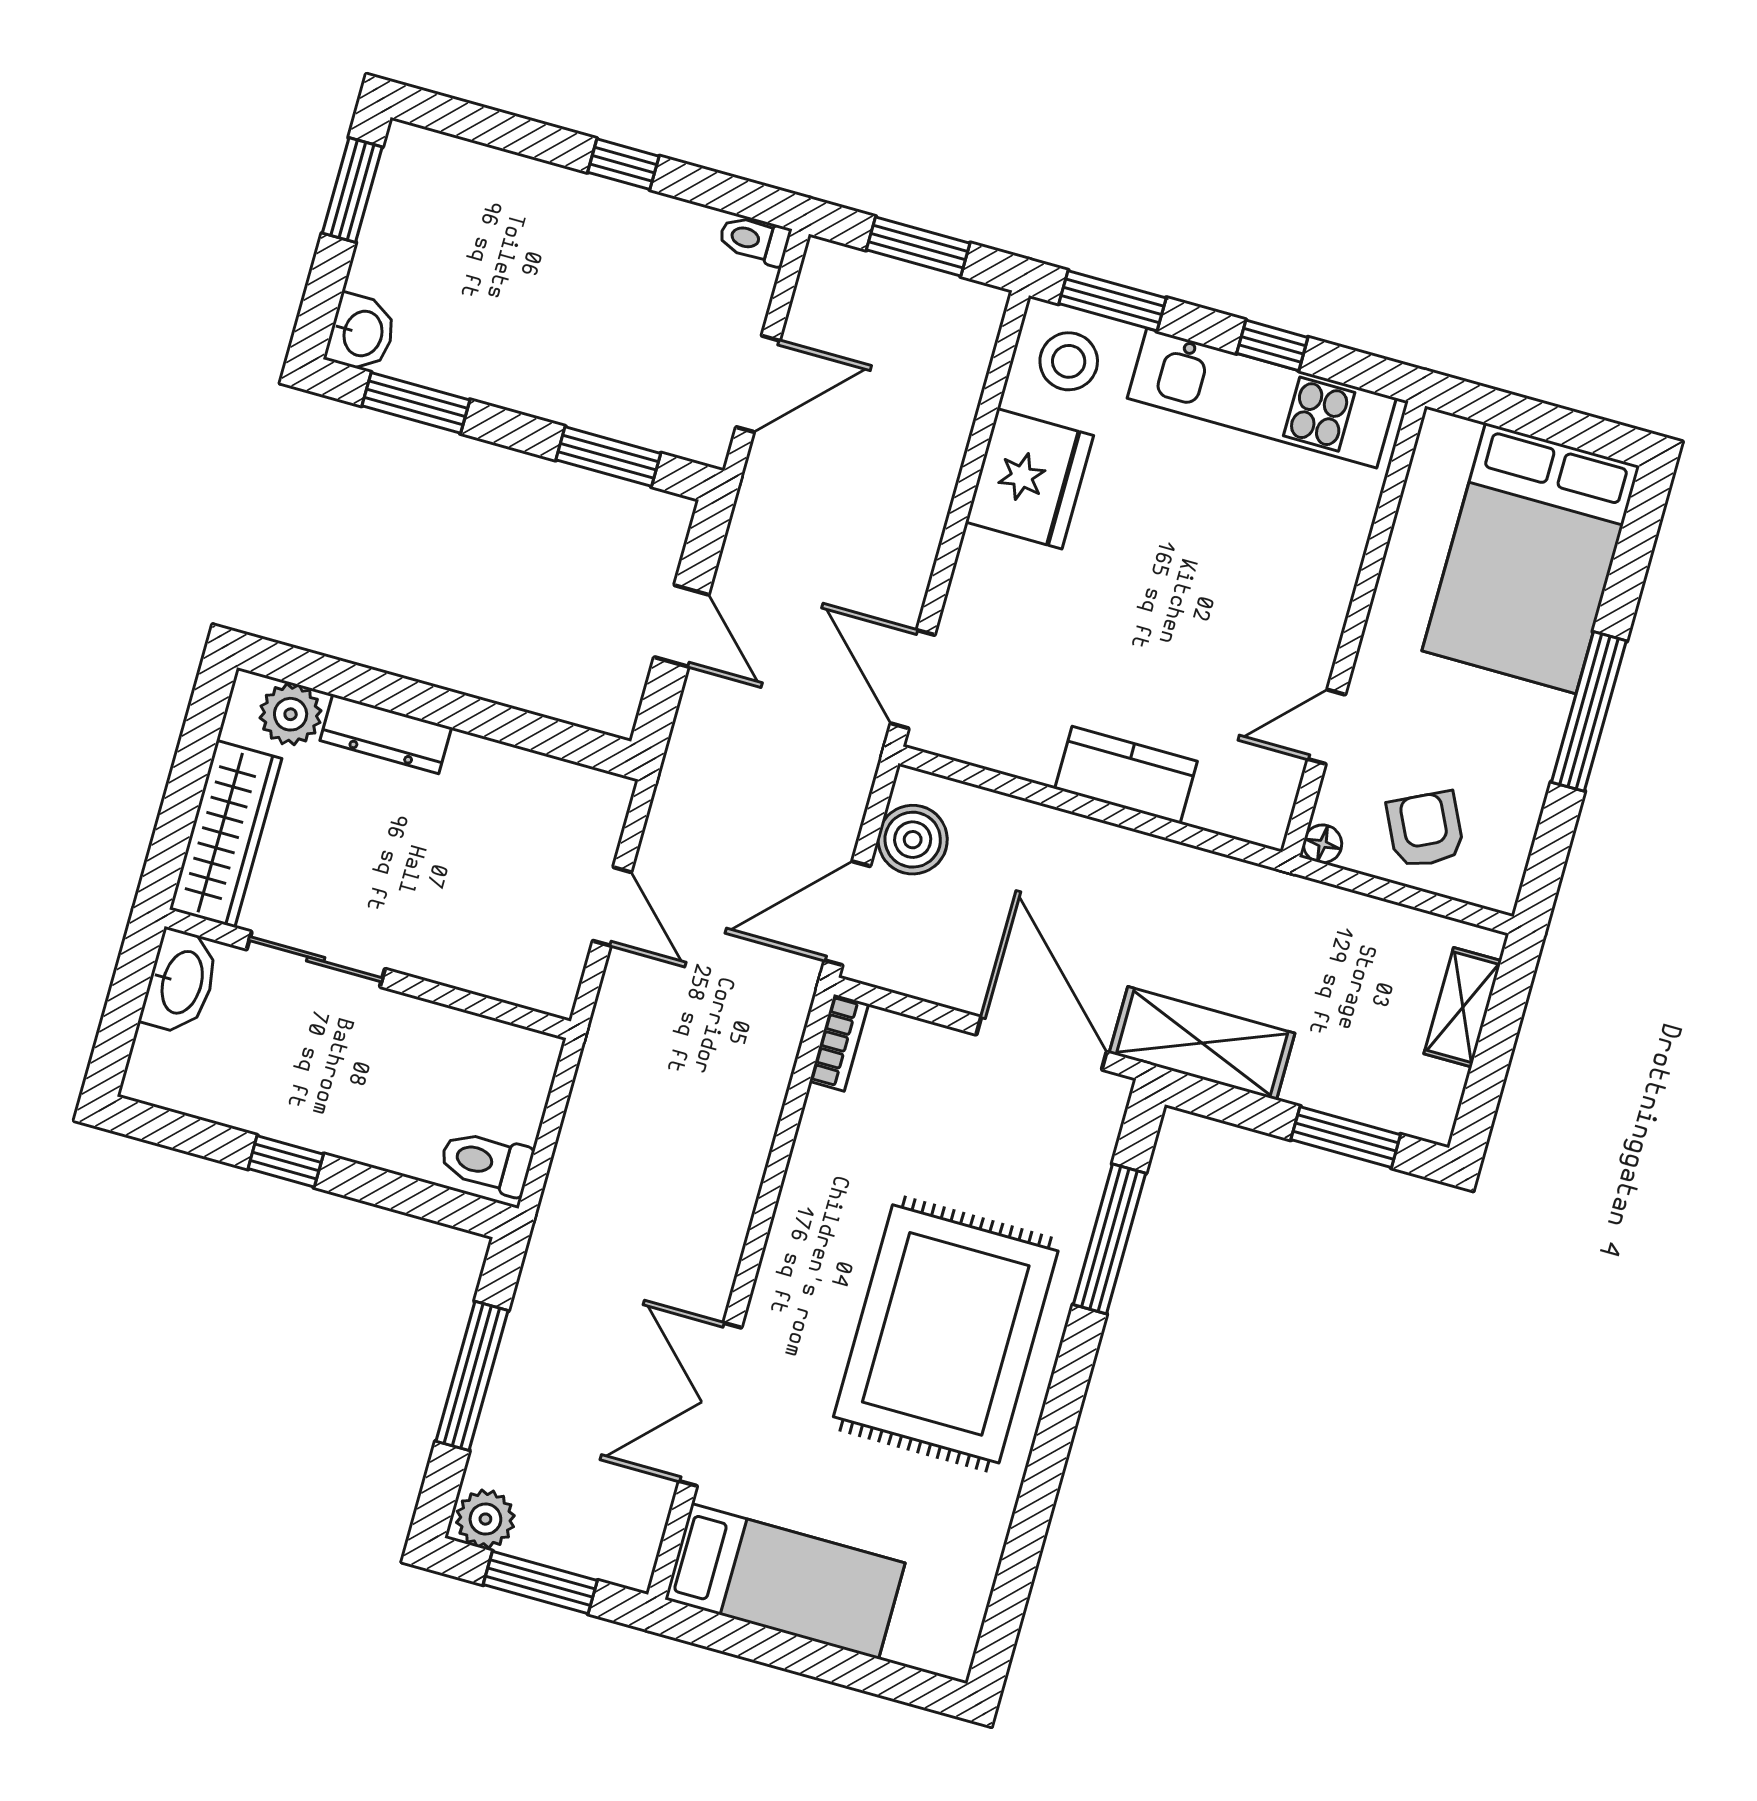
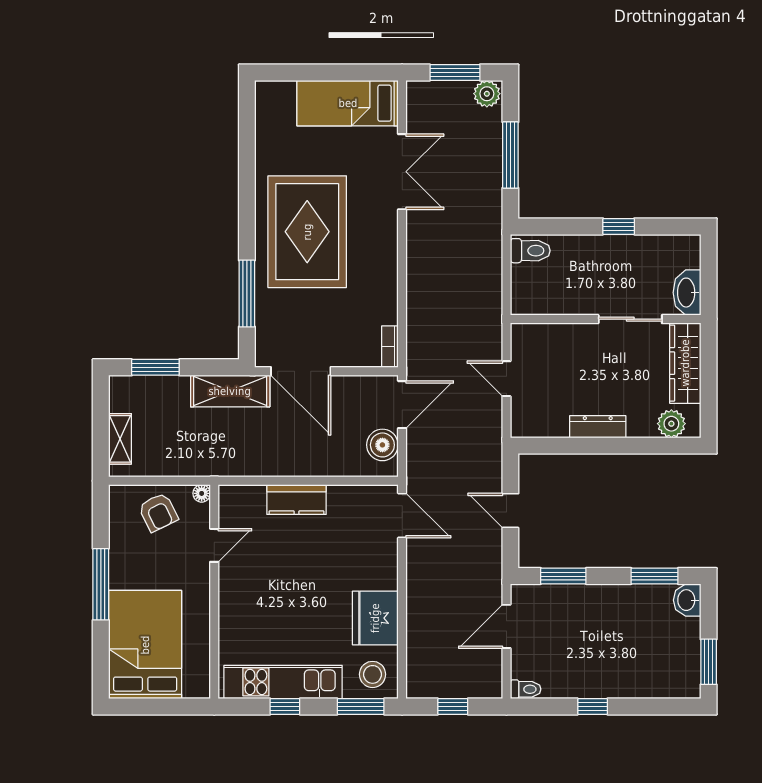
window: (918, 246) -> (453, 706), width x0.67
dresser: (386, 734) -> (598, 427), moved

